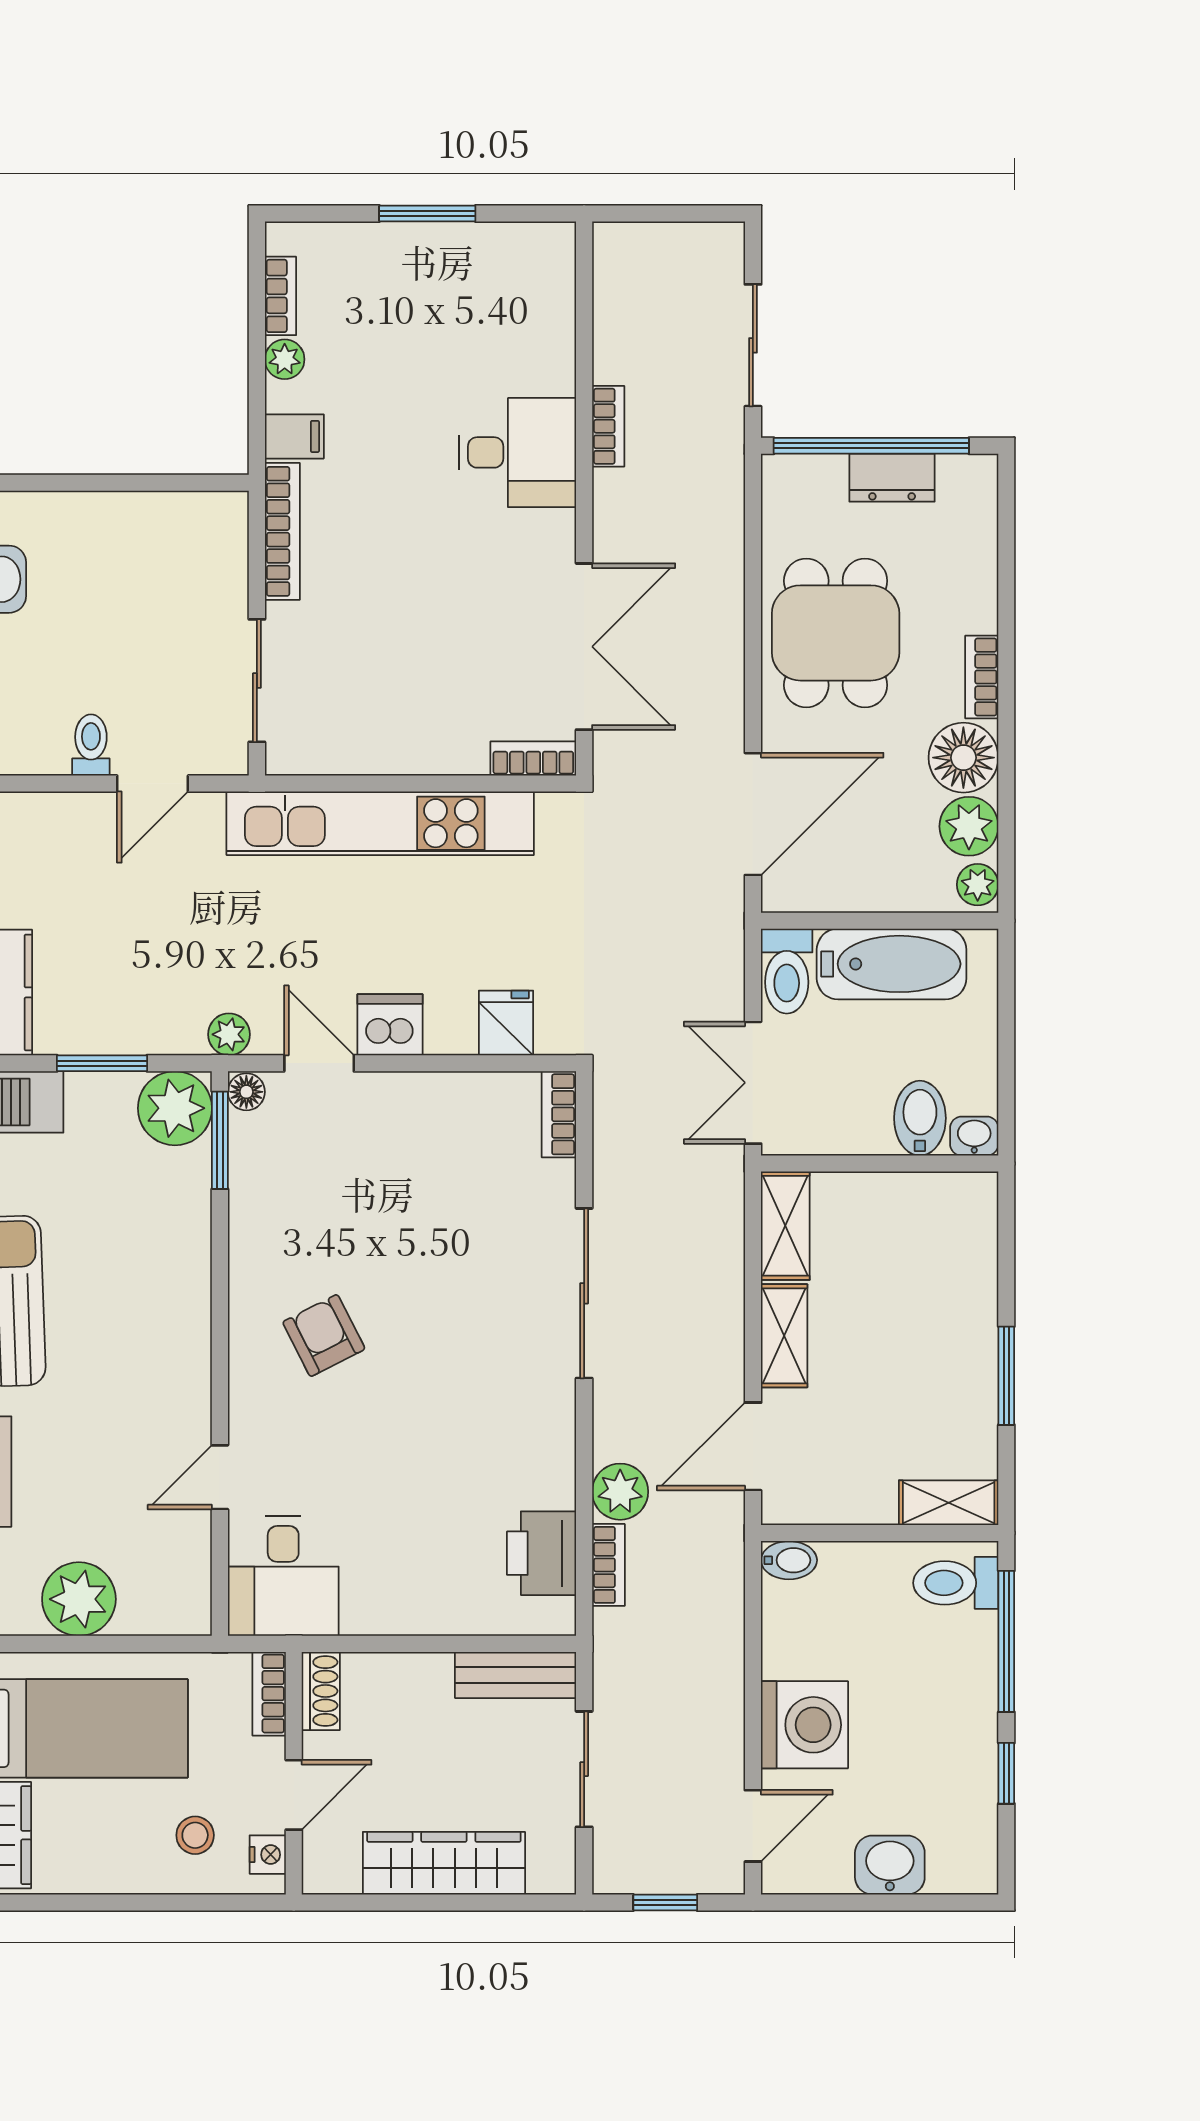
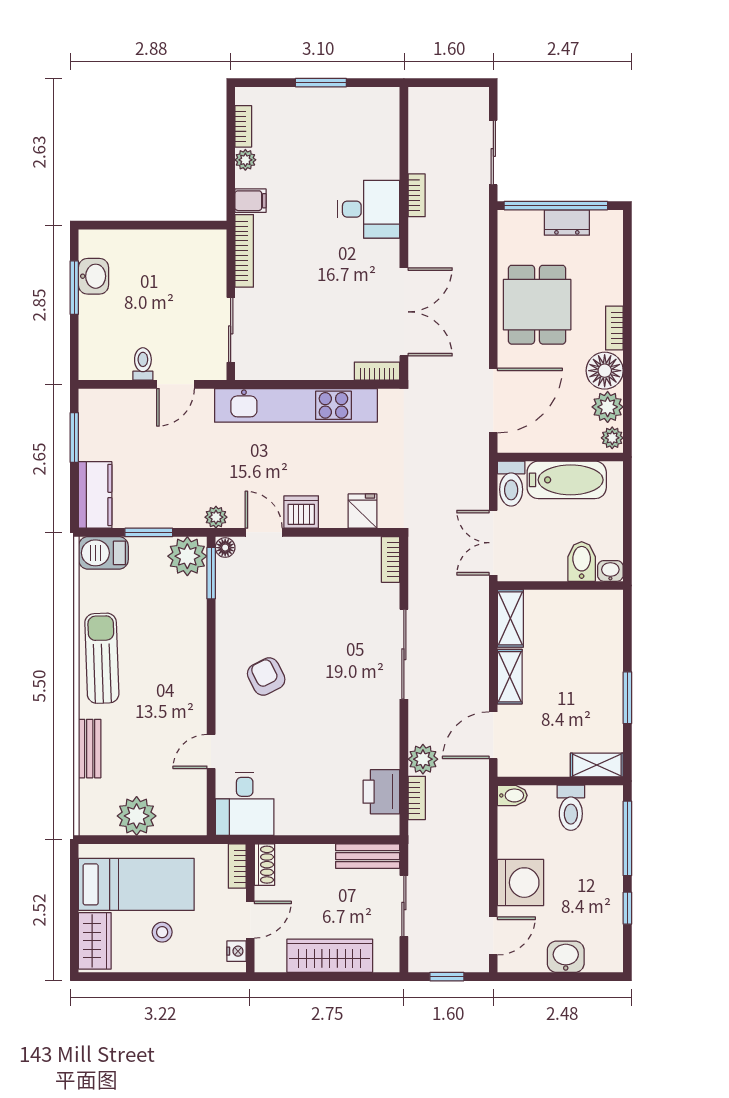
toilet: (956, 1583) -> (571, 808), moved, turned -90
stool: (195, 1835) -> (162, 932), moved

